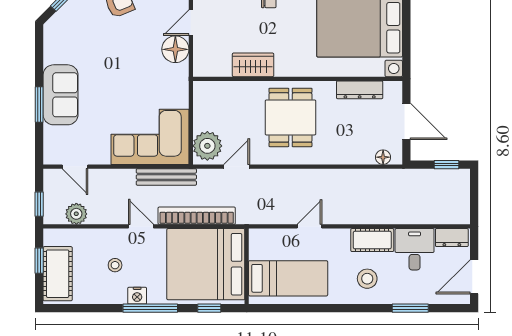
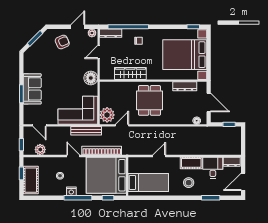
floor lamp: (175, 49) -> (91, 78), moved
wardrobe: (253, 65) -> (130, 74), width x1.50

